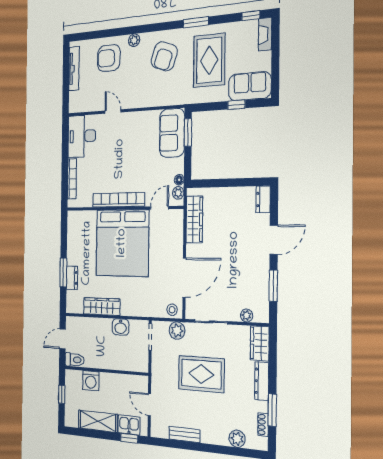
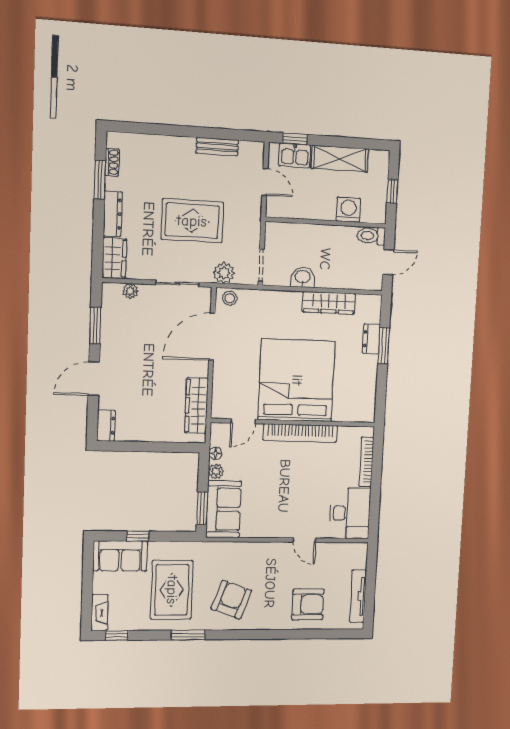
plant: (134, 40) -> (272, 622), removed
plant: (178, 193) -> (216, 471), moved
plant: (237, 439) -> (146, 144), removed

